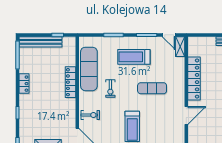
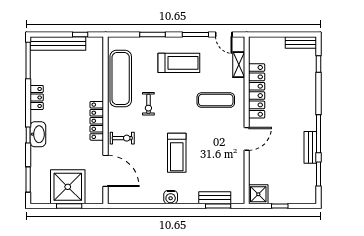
shelving: (180, 47) -> (239, 65), moved
treadmill: (134, 57) -> (179, 63), turned 180
locker: (71, 82) -> (97, 121), moved
exercise mat: (152, 88) -> (216, 100), moved
washbasin: (25, 112) -> (38, 134), added

